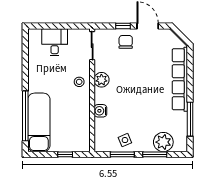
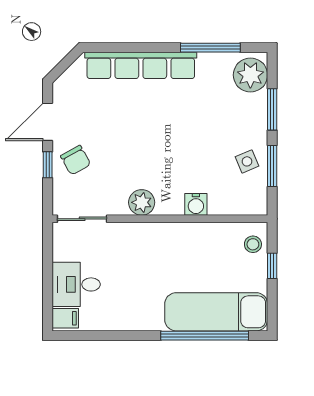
filing cabinet: (35, 36) -> (65, 318), added
chair: (126, 42) -> (76, 160), turned -119
stool: (79, 82) -> (253, 244), moved
plant: (163, 142) -> (250, 75), moved

